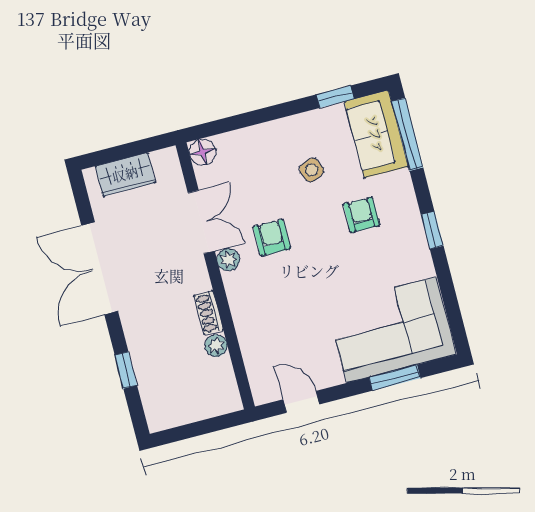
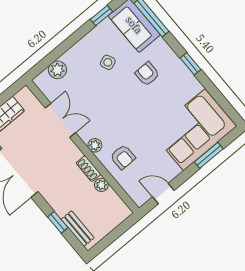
plant: (232, 146) -> (57, 70), added
floor lamp: (203, 152) -> (43, 81), removed
armchair: (272, 238) -> (123, 157), moved, turned 180
plant: (228, 260) -> (95, 145), moved
bench: (151, 393) -> (78, 229), added

